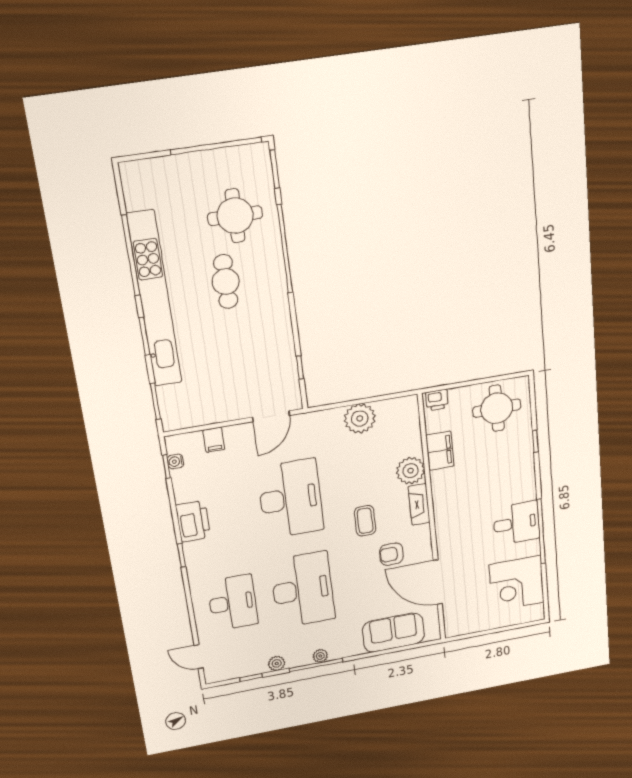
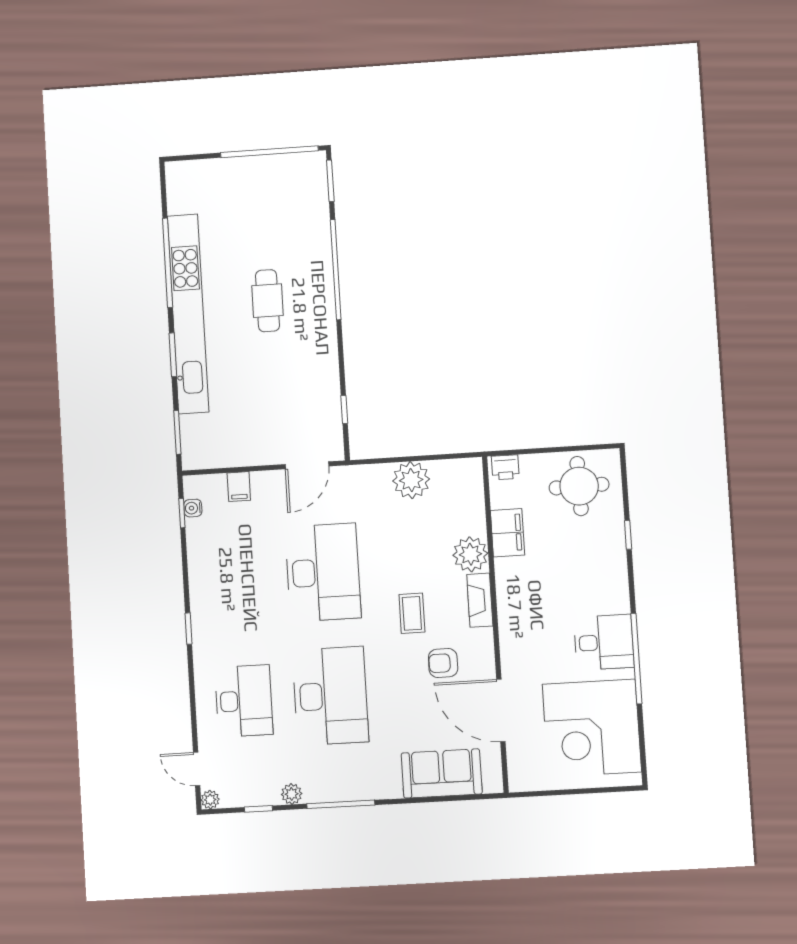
round table: (235, 216) -> (284, 228), removed
printer: (193, 521) -> (206, 586), removed
corner desk: (517, 583) -> (592, 728), width x1.36, depth x1.36
plant: (320, 656) -> (210, 800), moved

